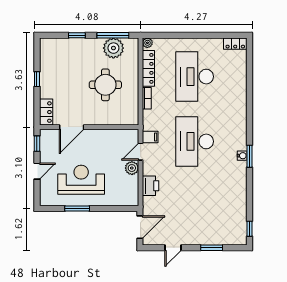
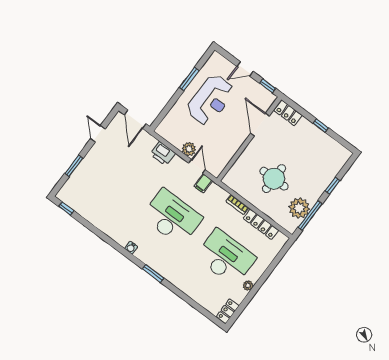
plant: (147, 43) -> (248, 286), moved
window: (249, 156) -> (153, 274), moved
door: (37, 171) -> (245, 69), hinge flipped

